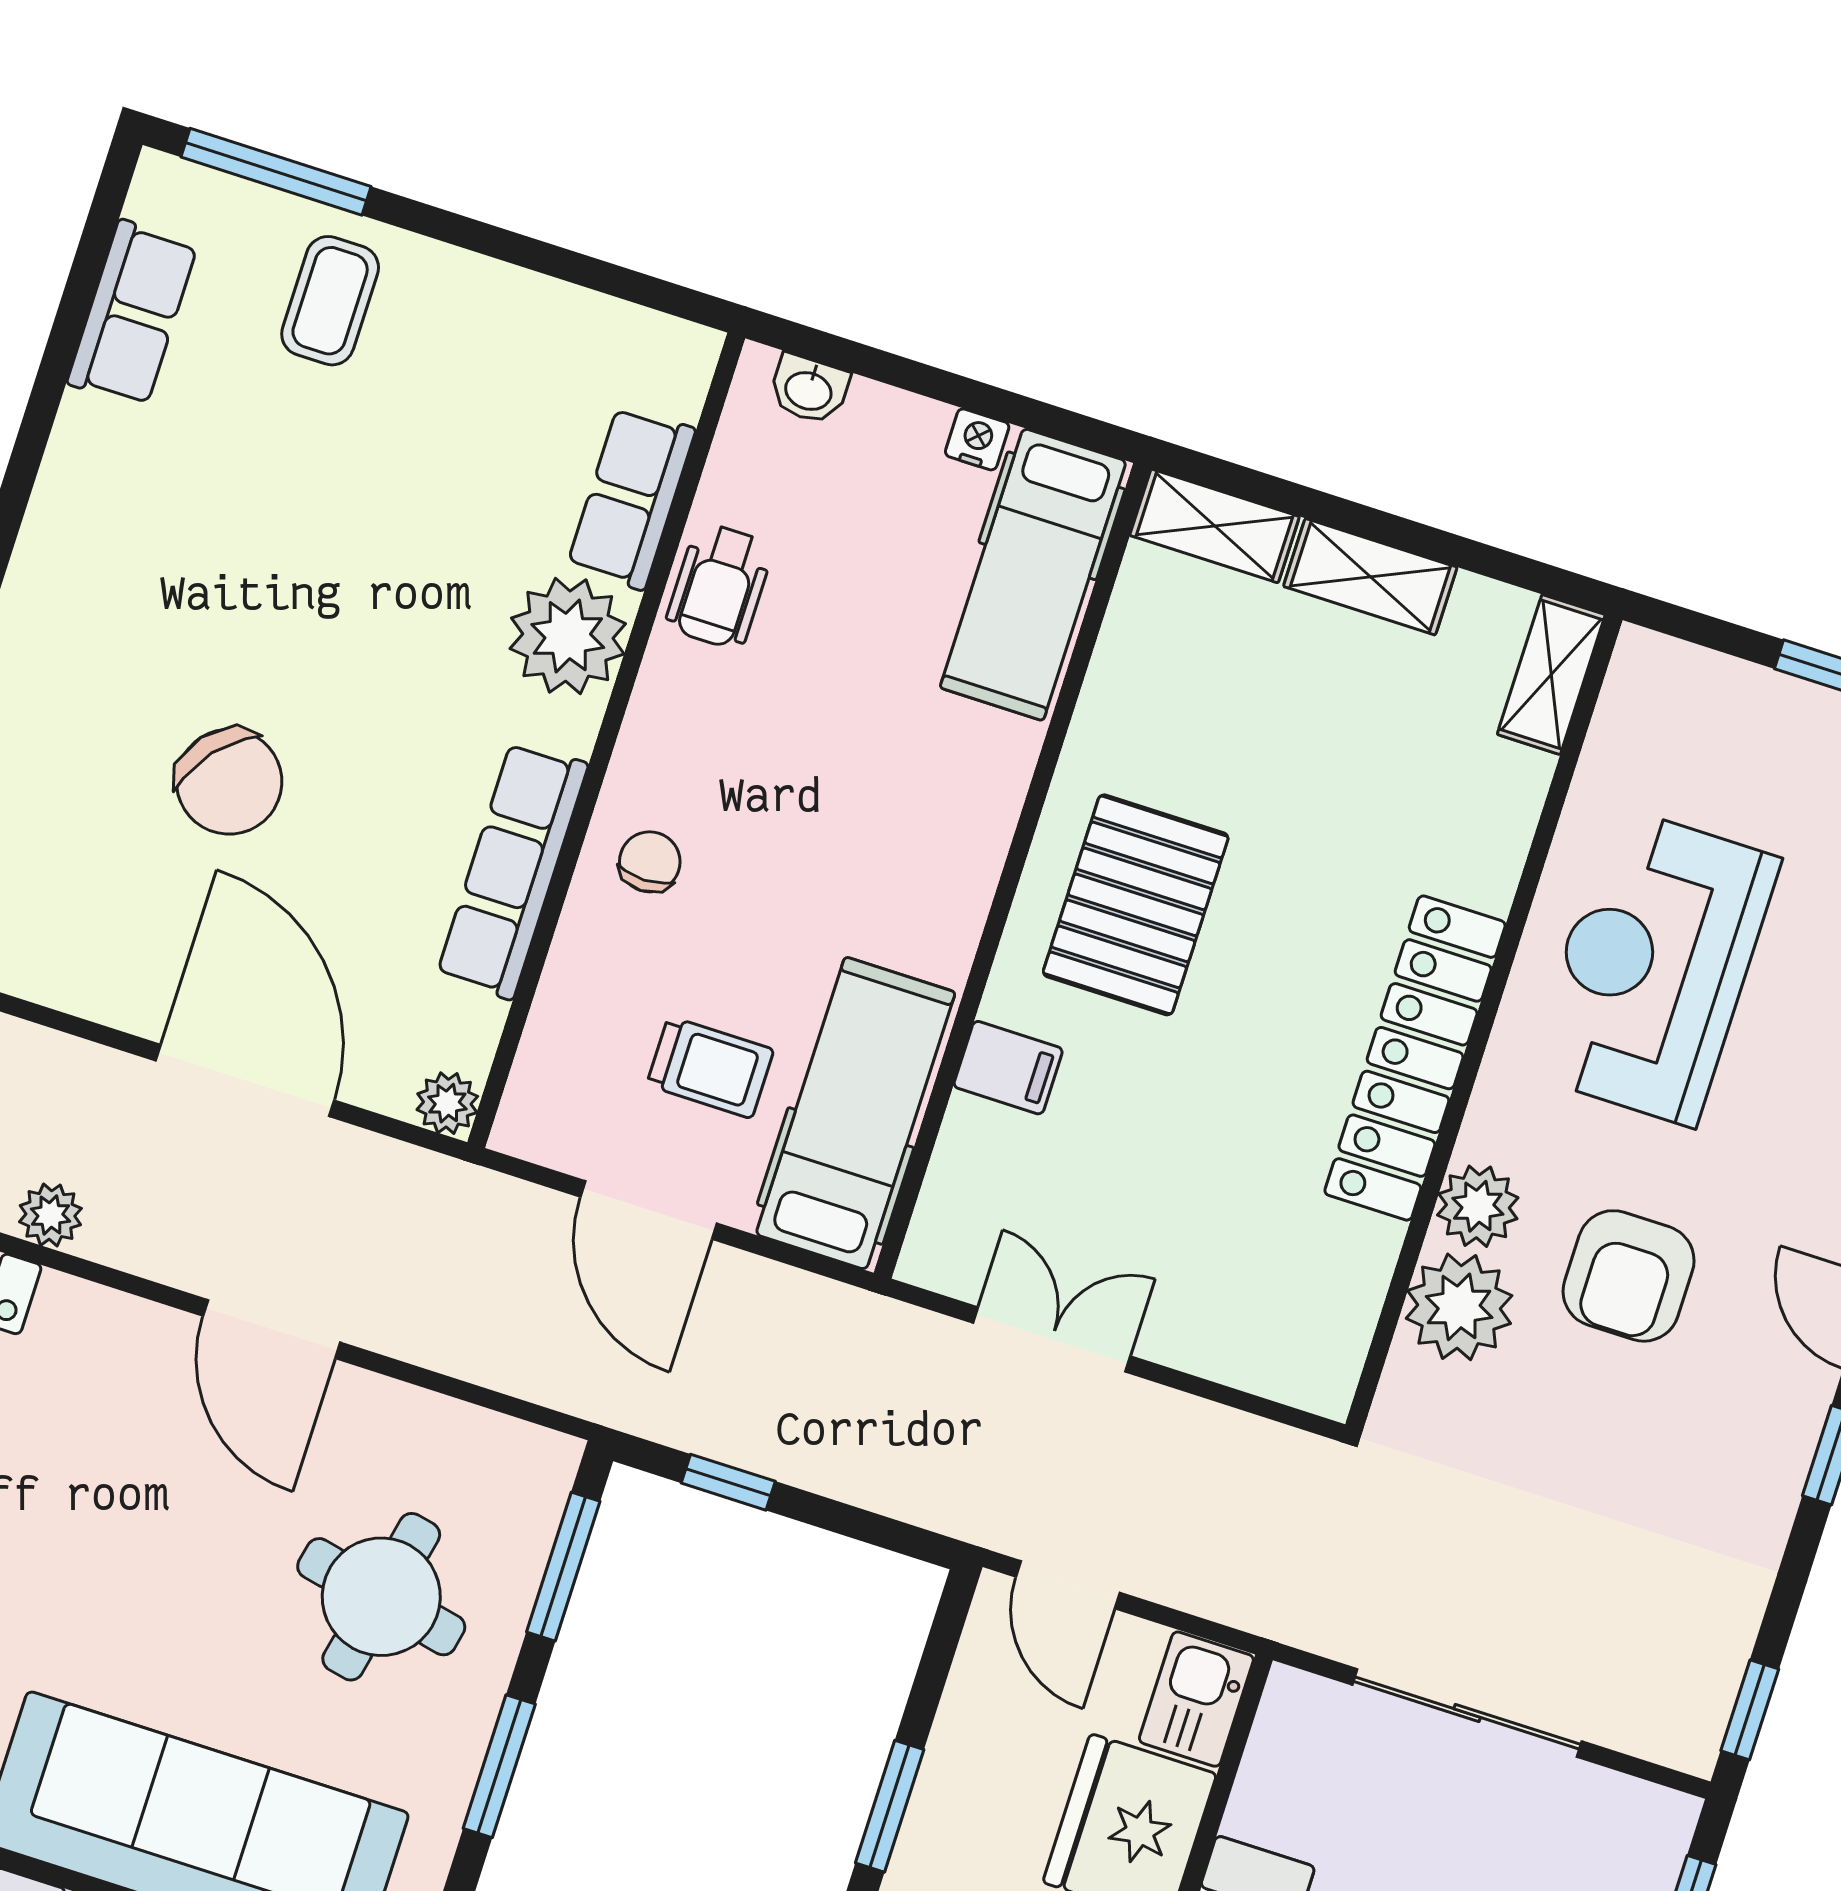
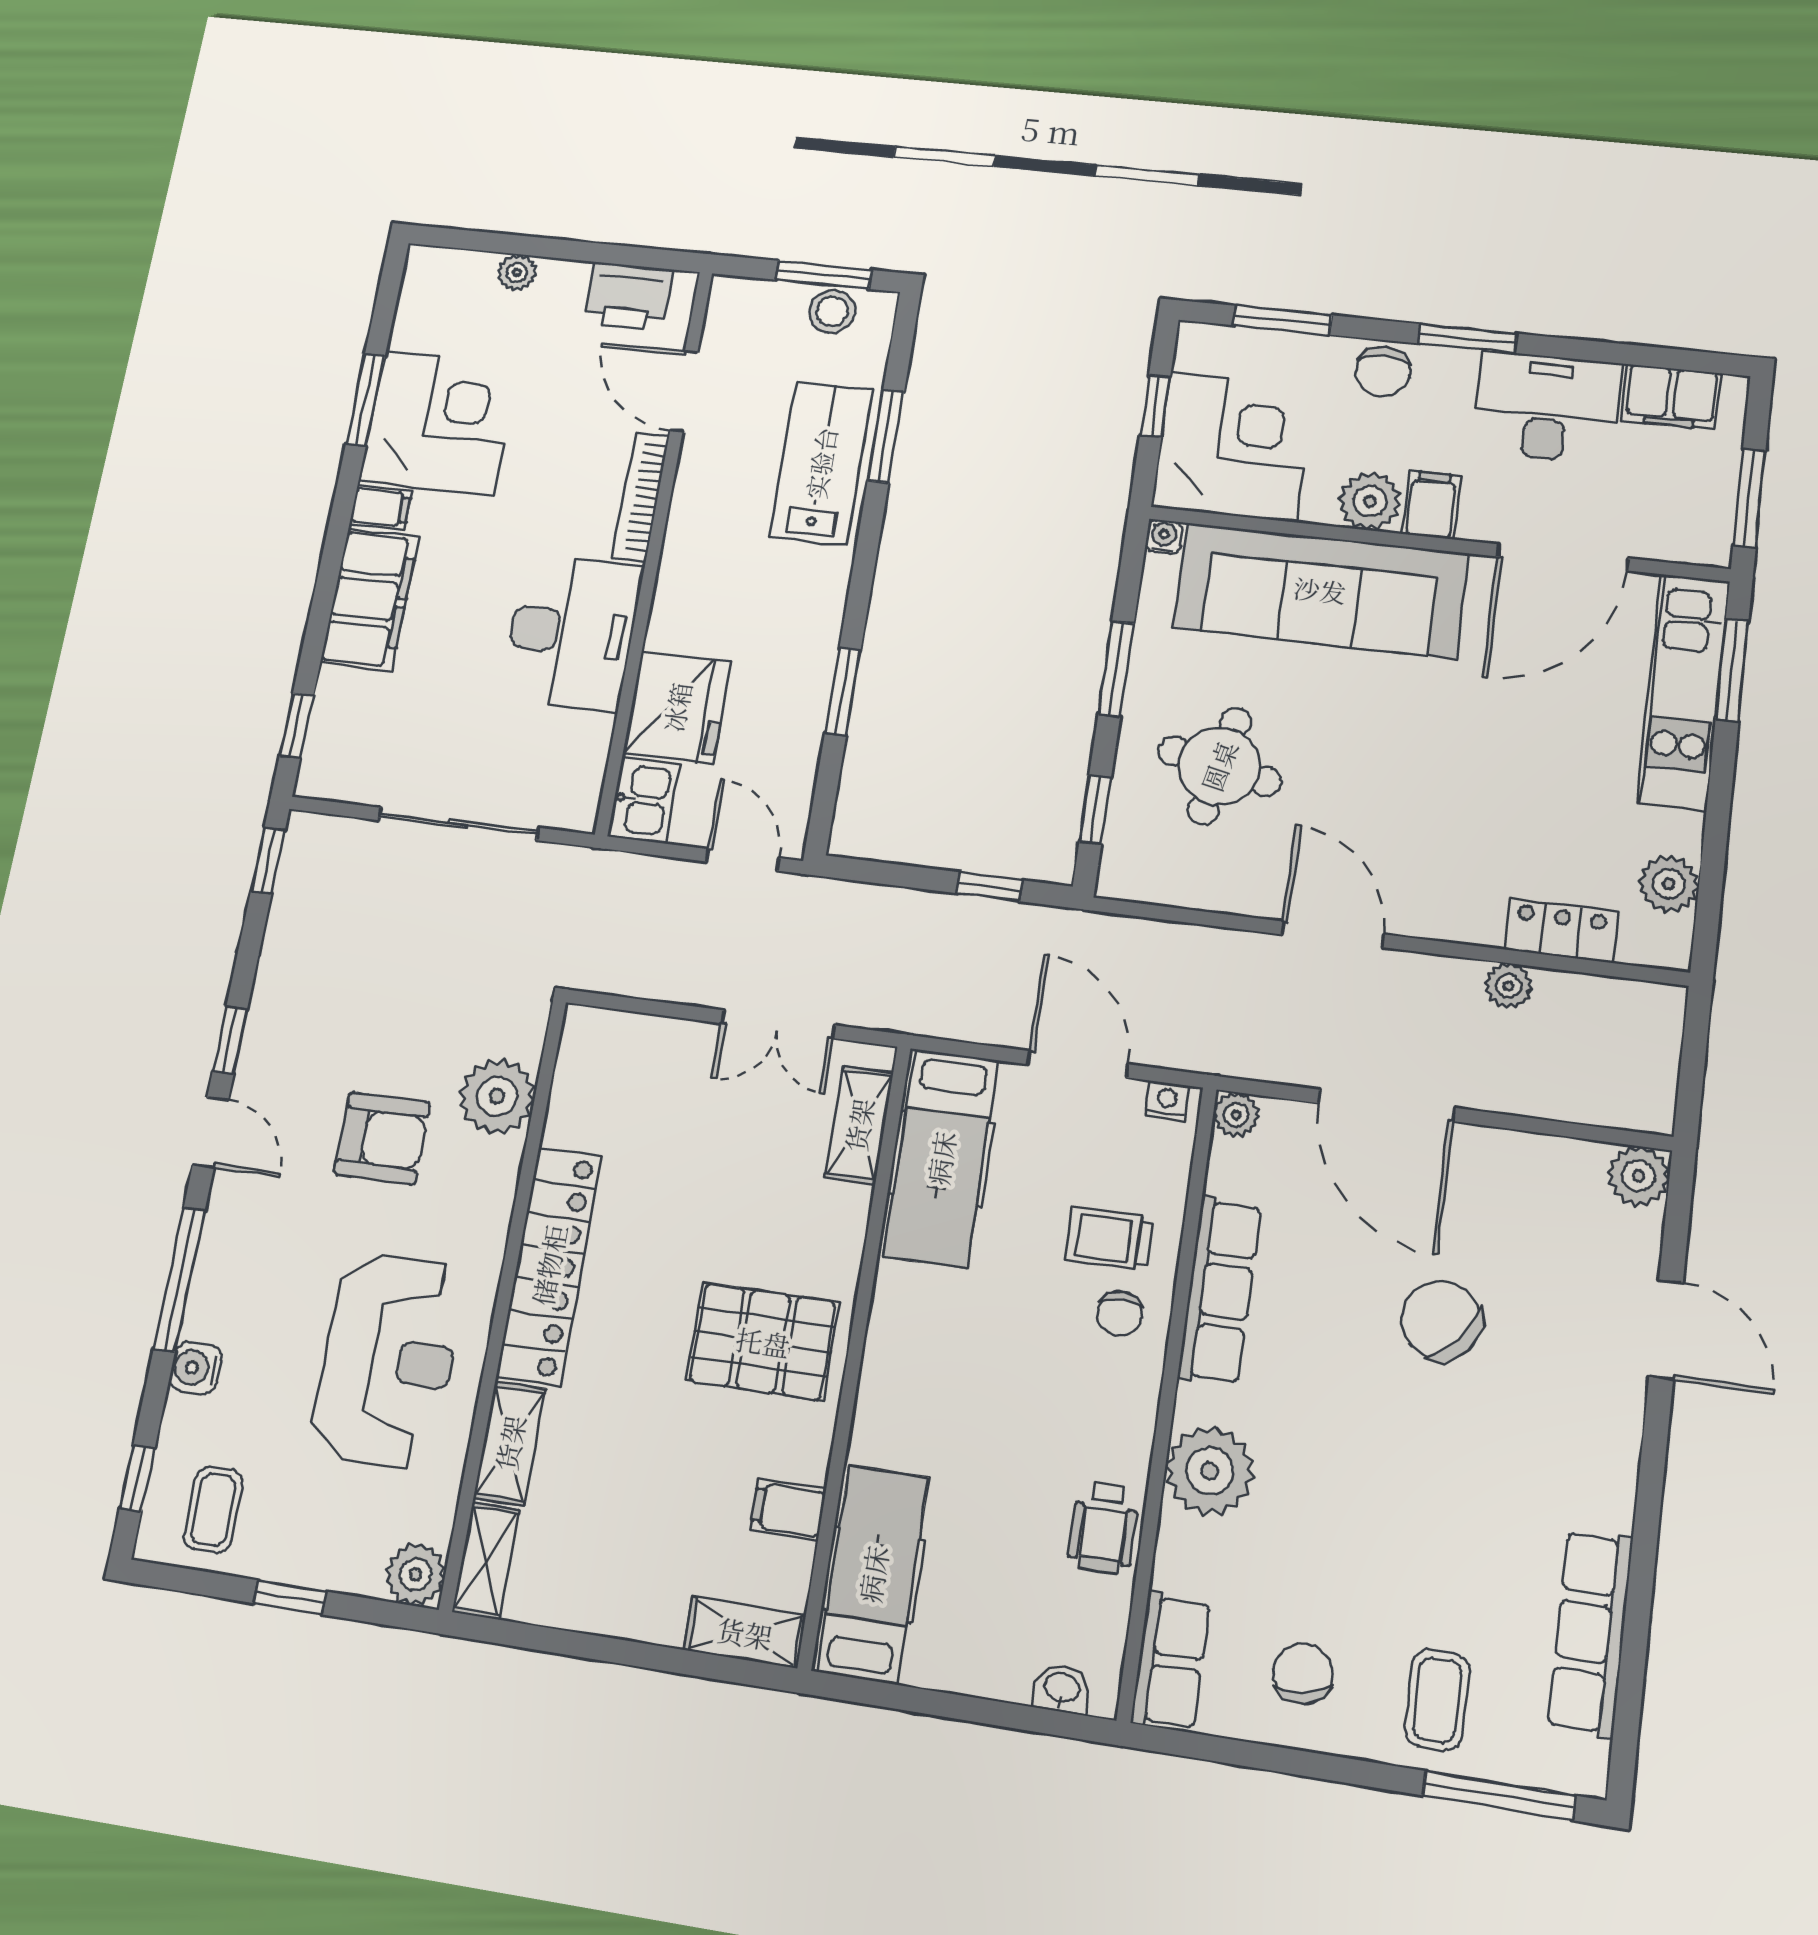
row of seats: (132, 314) -> (1590, 1633), width x1.48
chair: (495, 360) -> (1303, 1674), added
nightstand: (977, 439) -> (1167, 1101), moved, turned 180
row of seats: (631, 498) -> (1170, 1661), moved
shelving: (1370, 577) -> (510, 1443), moved, turned 90
wheelchair: (719, 586) -> (1104, 1527), turned 180
pallet: (1136, 905) -> (763, 1342), turned 90
trolley: (710, 1067) -> (1109, 1239), moved
filing cabinet: (1008, 1068) -> (788, 1509), moved
shelving: (960, 1179) -> (859, 1125), added
plant: (1478, 1206) -> (415, 1574), moved
armchair: (1629, 1276) -> (382, 1138), turned 90
window: (563, 1567) -> (1095, 809), width x0.67

